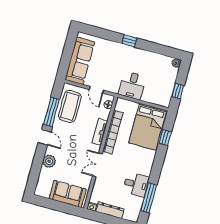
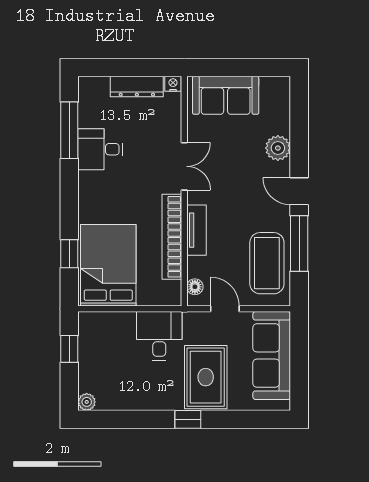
rug: (115, 59) -> (206, 377), added

